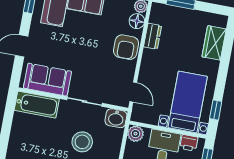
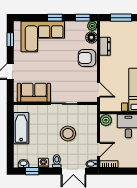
armchair: (126, 47) -> (87, 58), turned 90
bathtub: (37, 105) -> (21, 128), moved, turned -90
washbasin: (116, 118) -> (89, 111), removed

